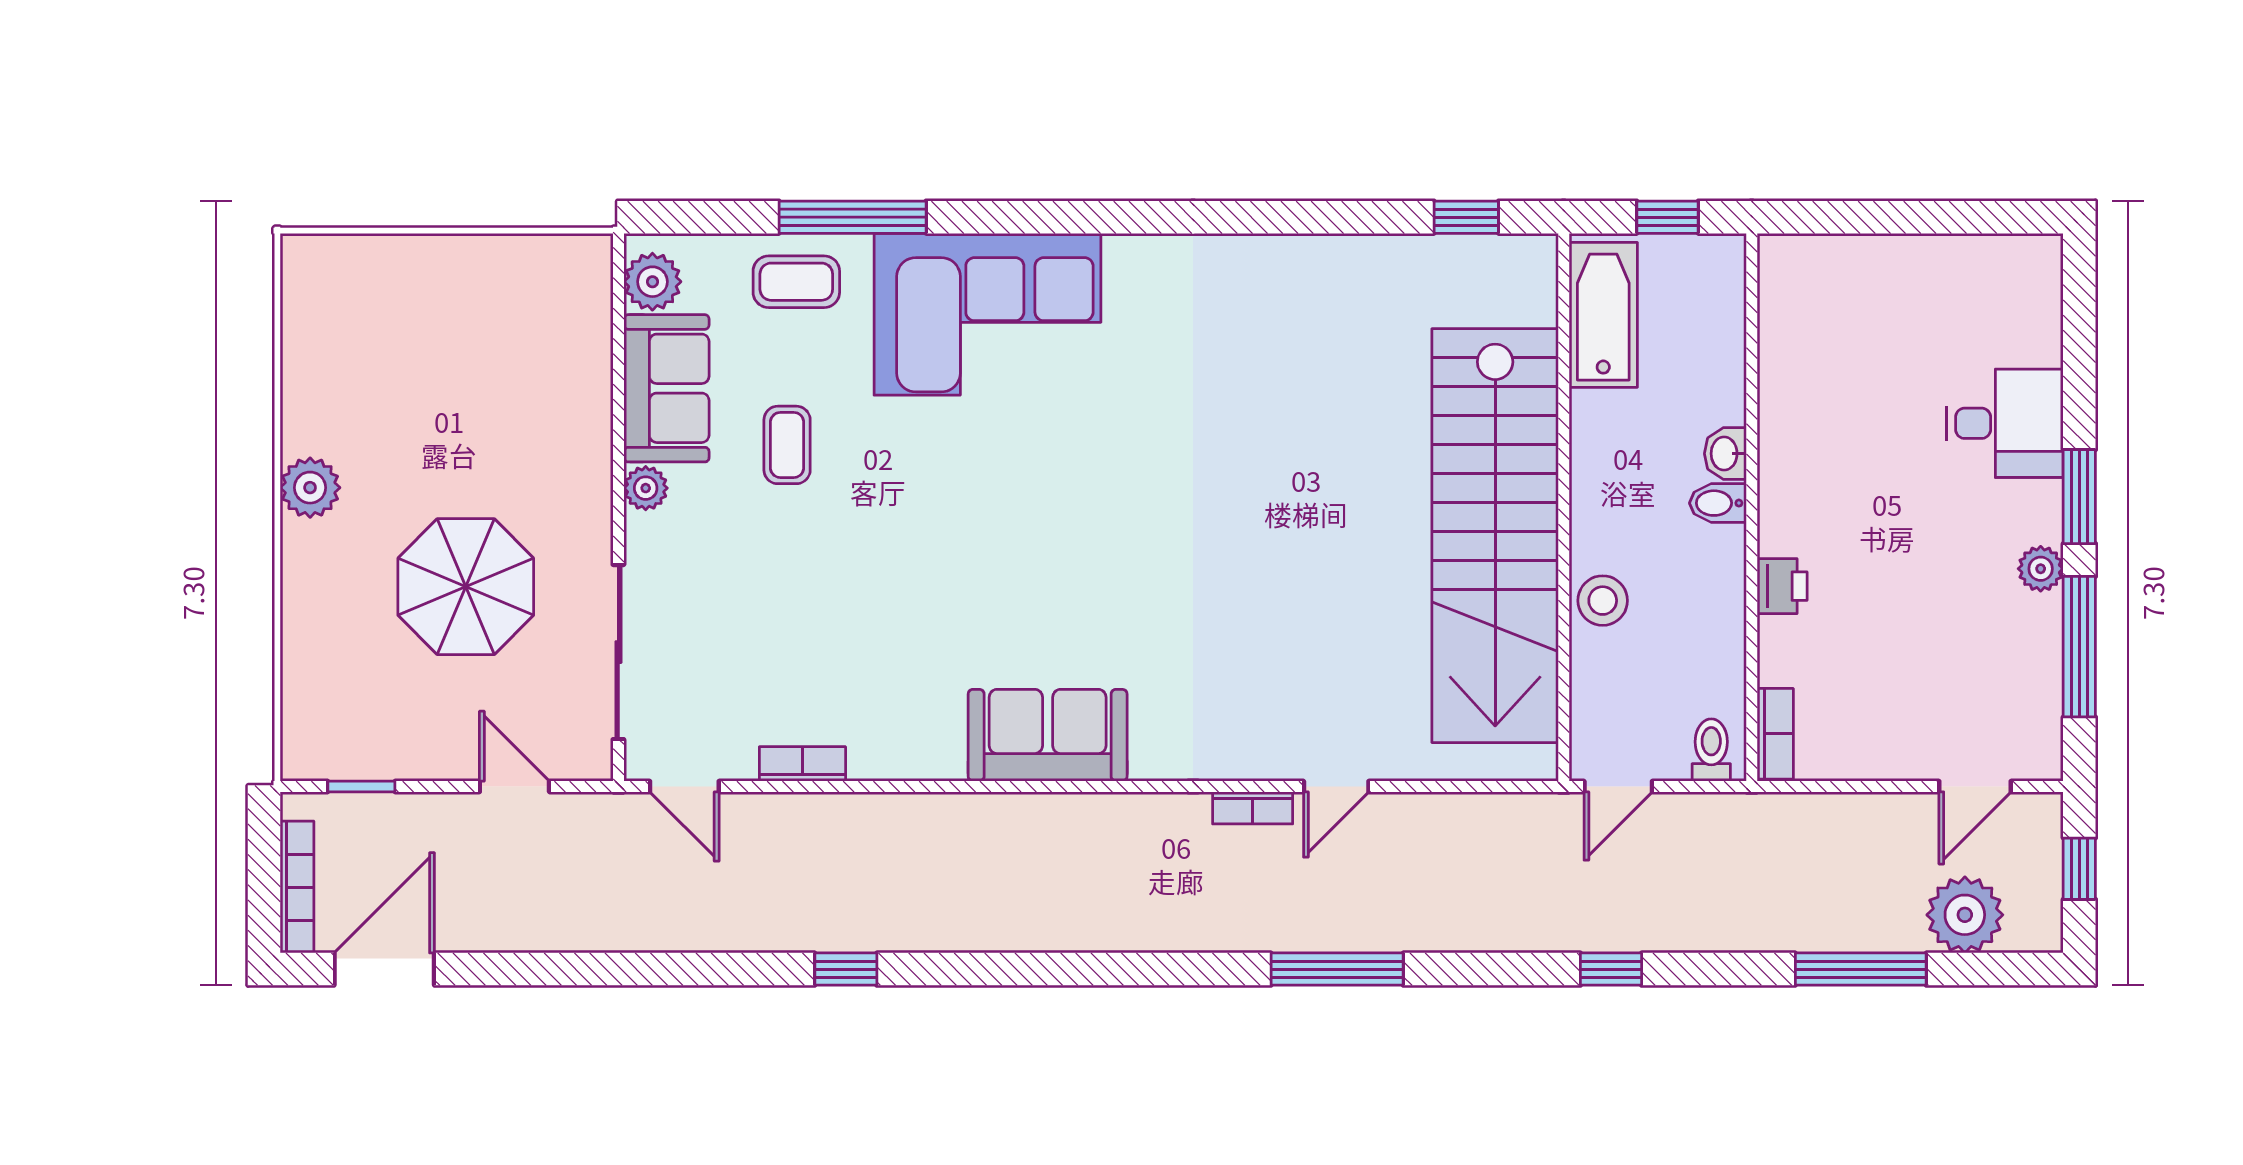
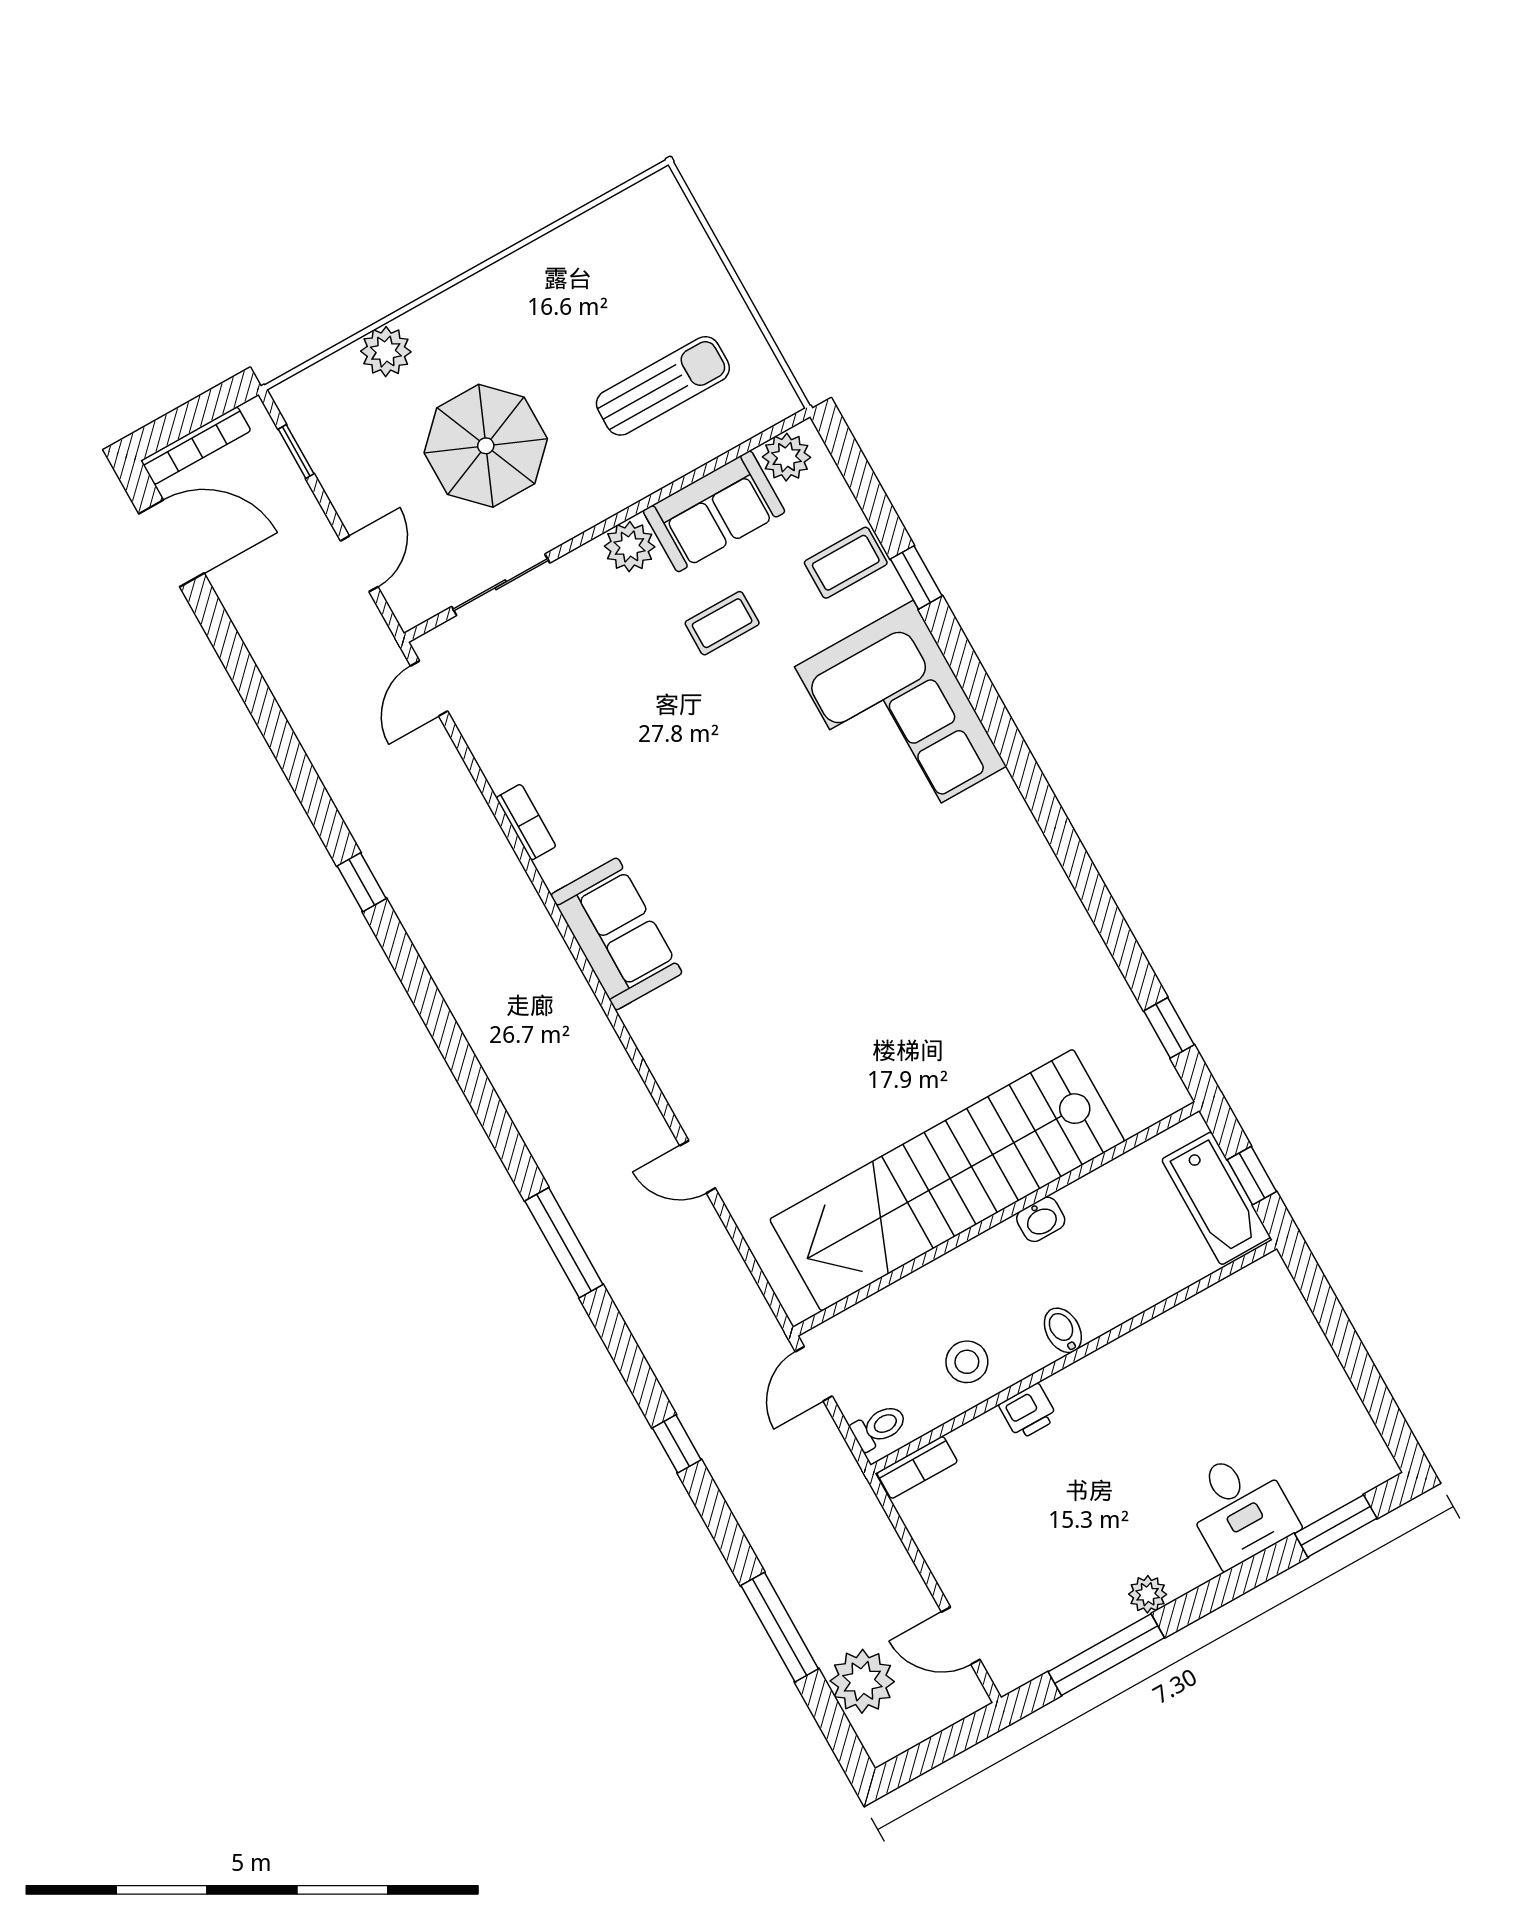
window: (853, 217) -> (916, 577), width x0.46
coffee table: (796, 282) -> (846, 563), turned 90
bathtub: (1603, 315) -> (1216, 1198), moved, turned 90
sun lounger: (507, 368) -> (663, 386), added
washbasin: (1725, 454) -> (1041, 1219), moved, turned 180
plant: (310, 488) -> (386, 352), moved
plant: (646, 488) -> (630, 547), width x1.38, depth x1.38
window: (2079, 497) -> (1336, 1526), moved
stool: (1603, 601) -> (967, 1362), moved
sliding door: (618, 652) -> (501, 585), width x0.73
bookcase: (802, 764) -> (526, 822), moved
door: (1618, 787) -> (814, 1374), hinge flipped
bookcase: (1253, 808) -> (647, 1114), removed
window: (2079, 869) -> (943, 1746), removed

